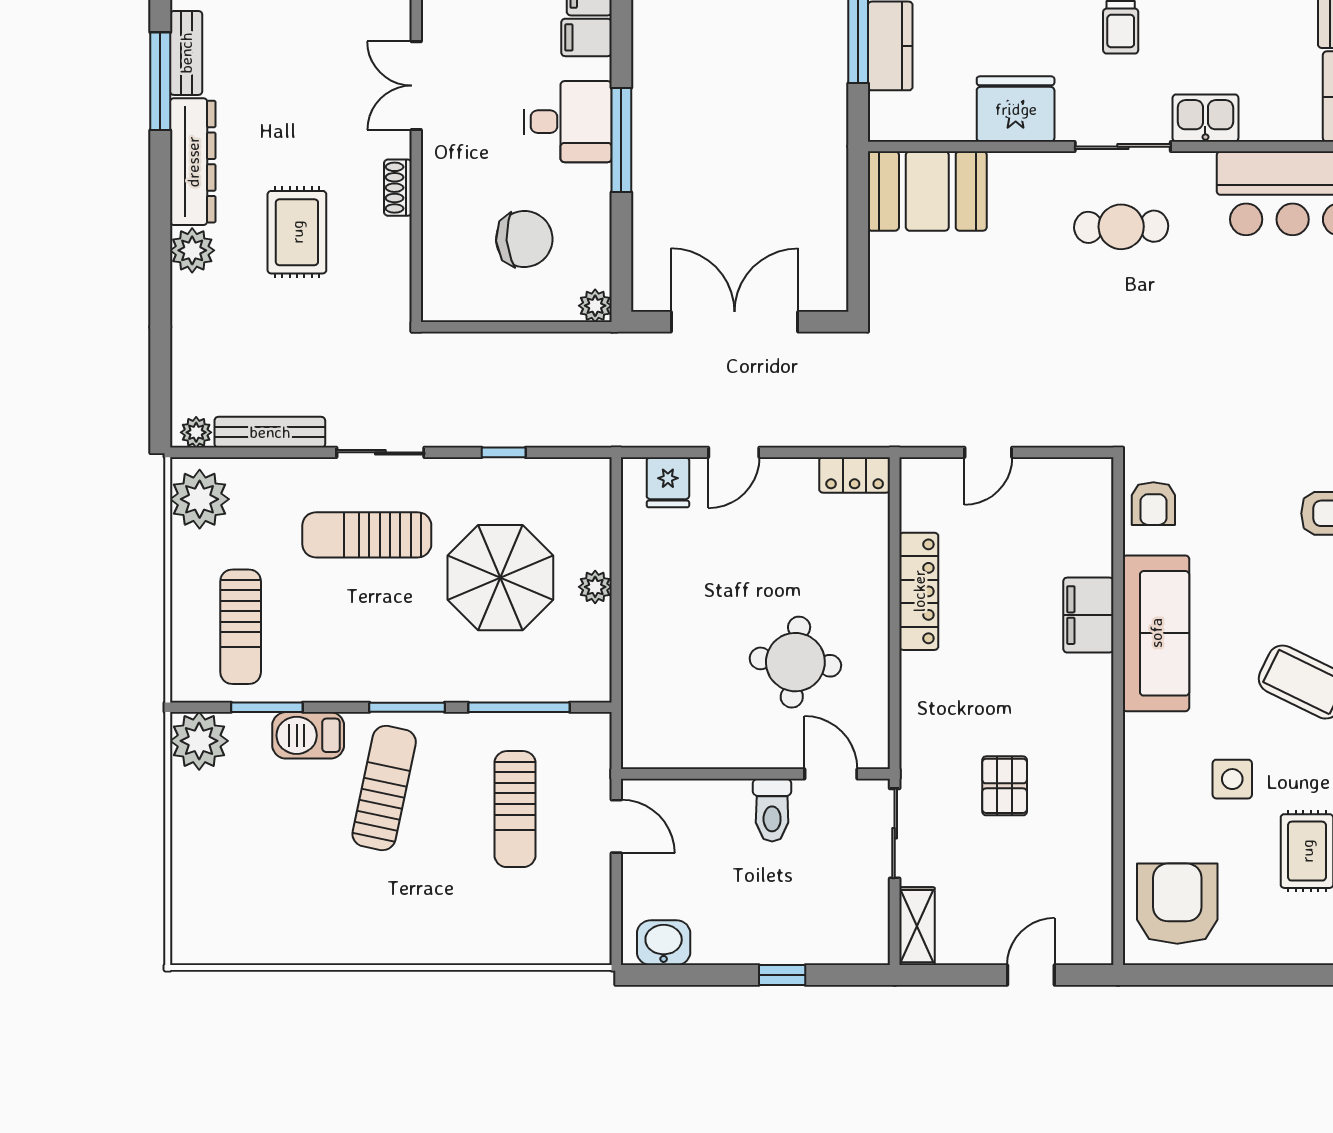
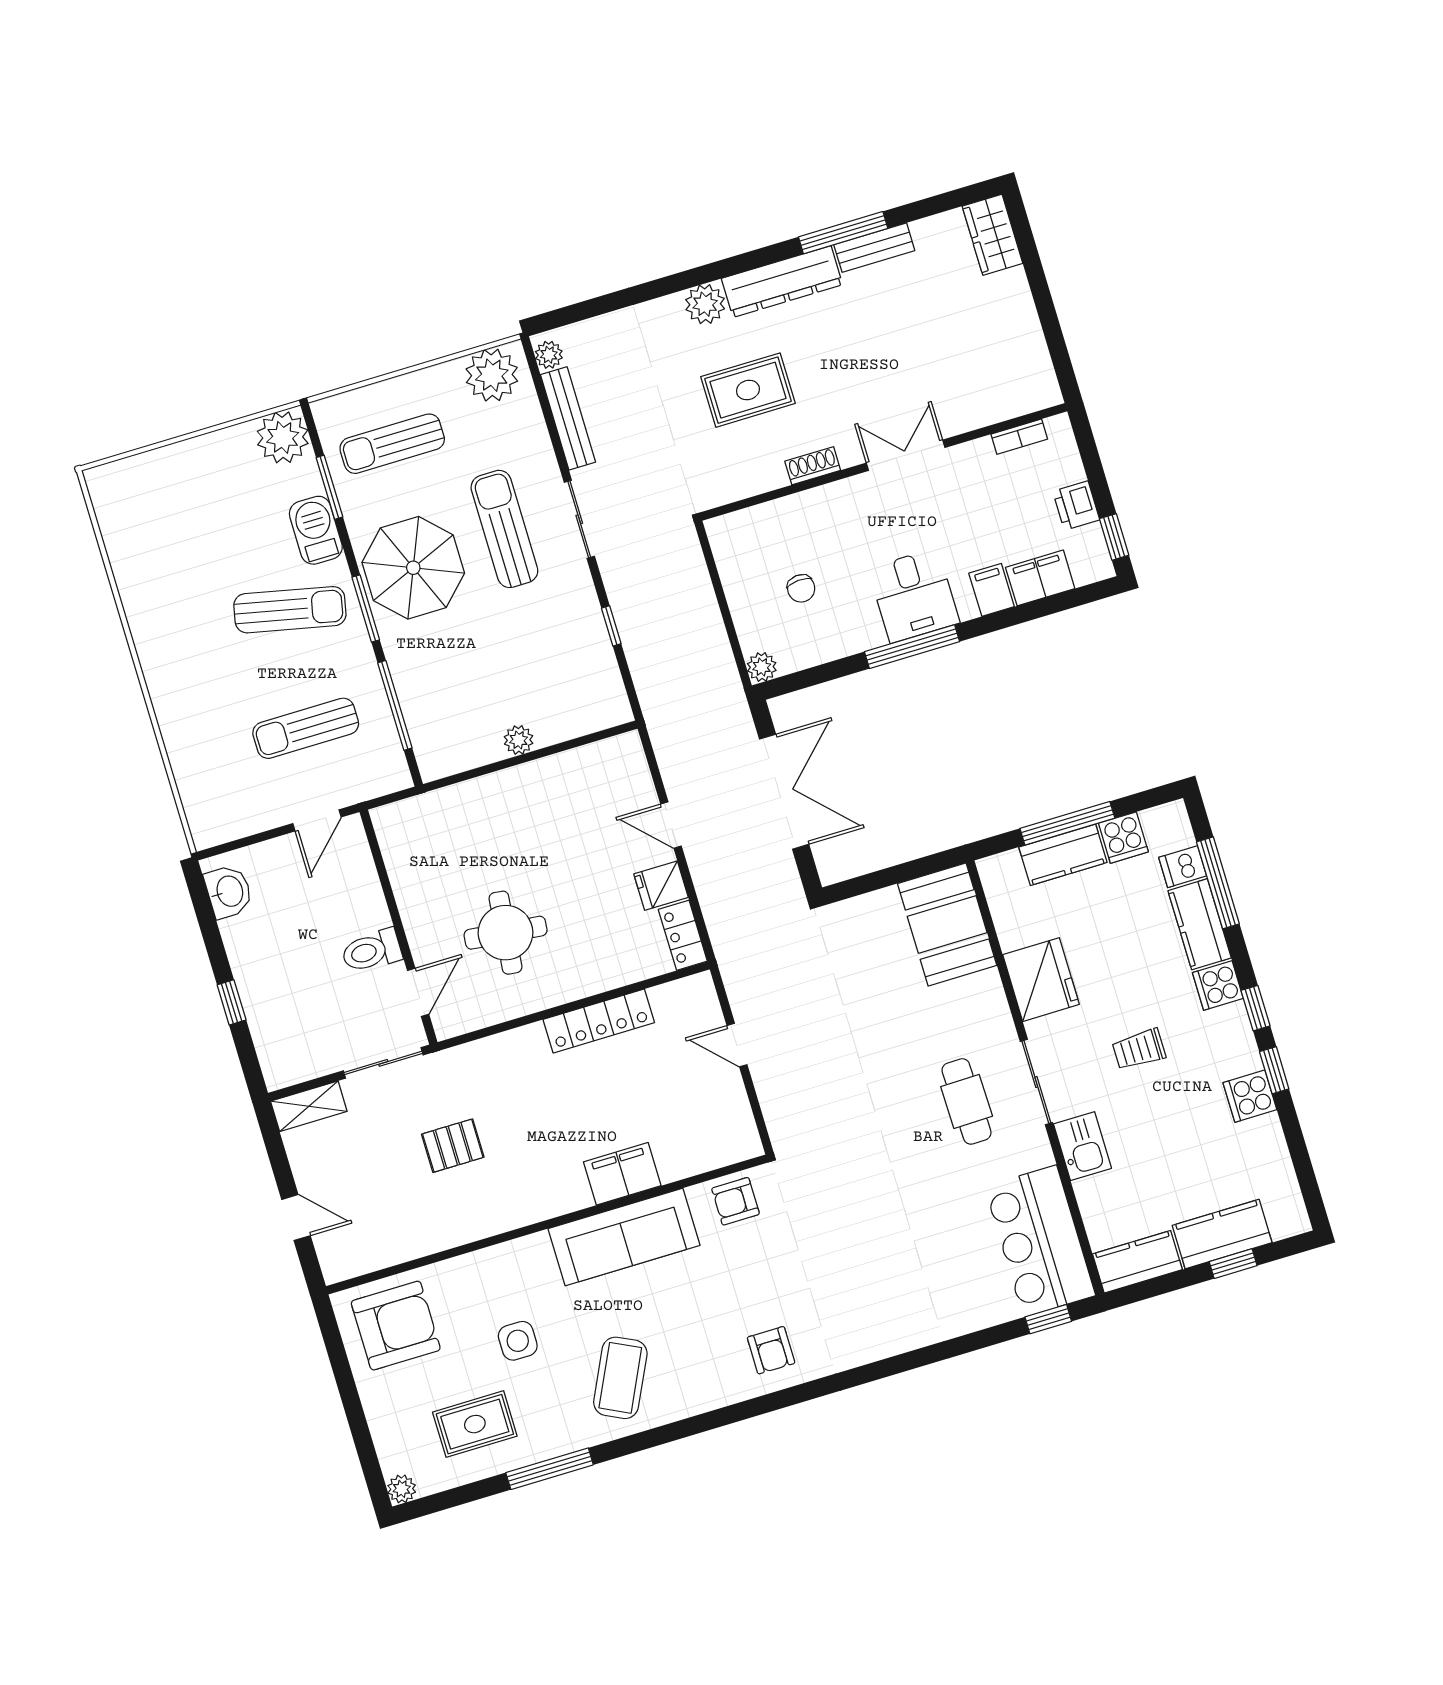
chair: (524, 239) -> (801, 588), width x0.54, depth x0.54
fridge: (668, 482) -> (661, 886), moved
parasol: (500, 578) -> (413, 568), moved

